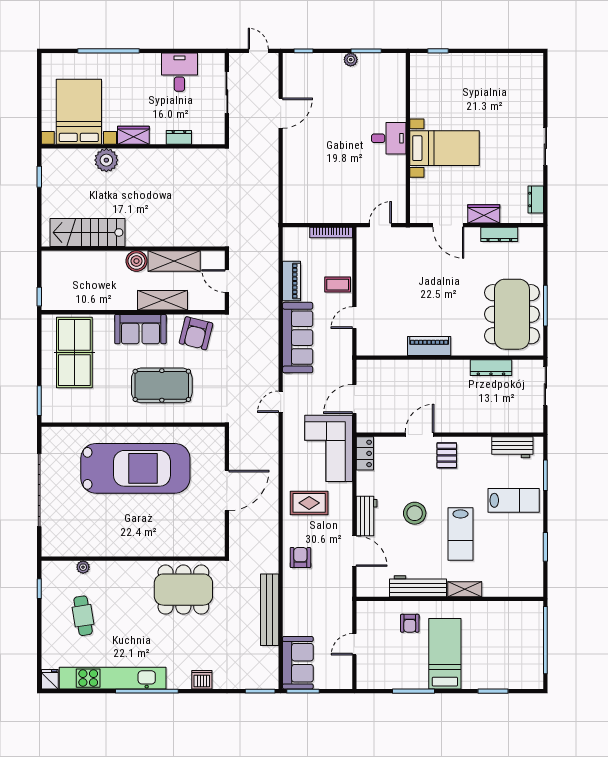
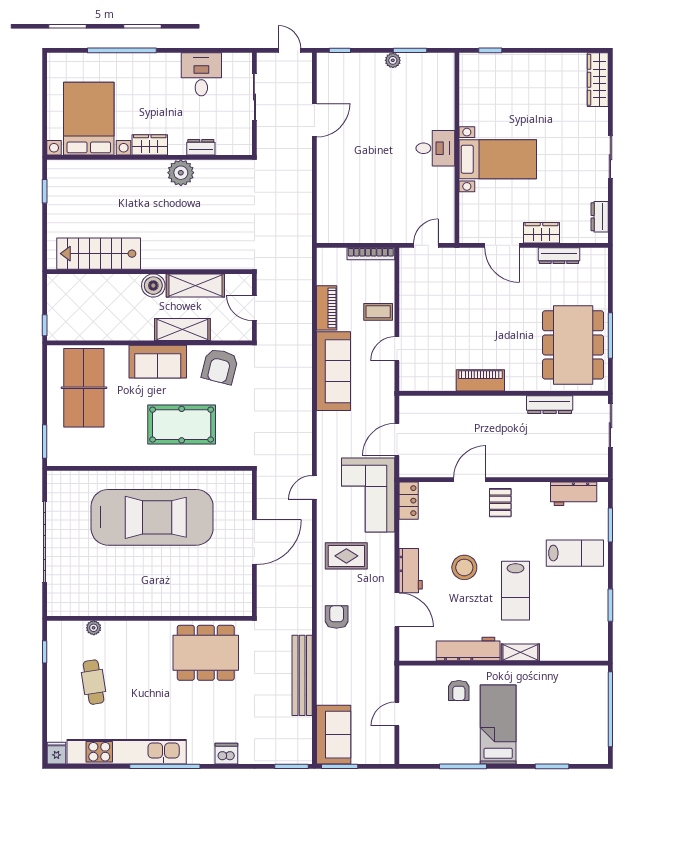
wardrobe: (534, 77) -> (598, 80), added
plant: (106, 160) -> (181, 173), moved
door: (281, 402) -> (314, 487), moved

